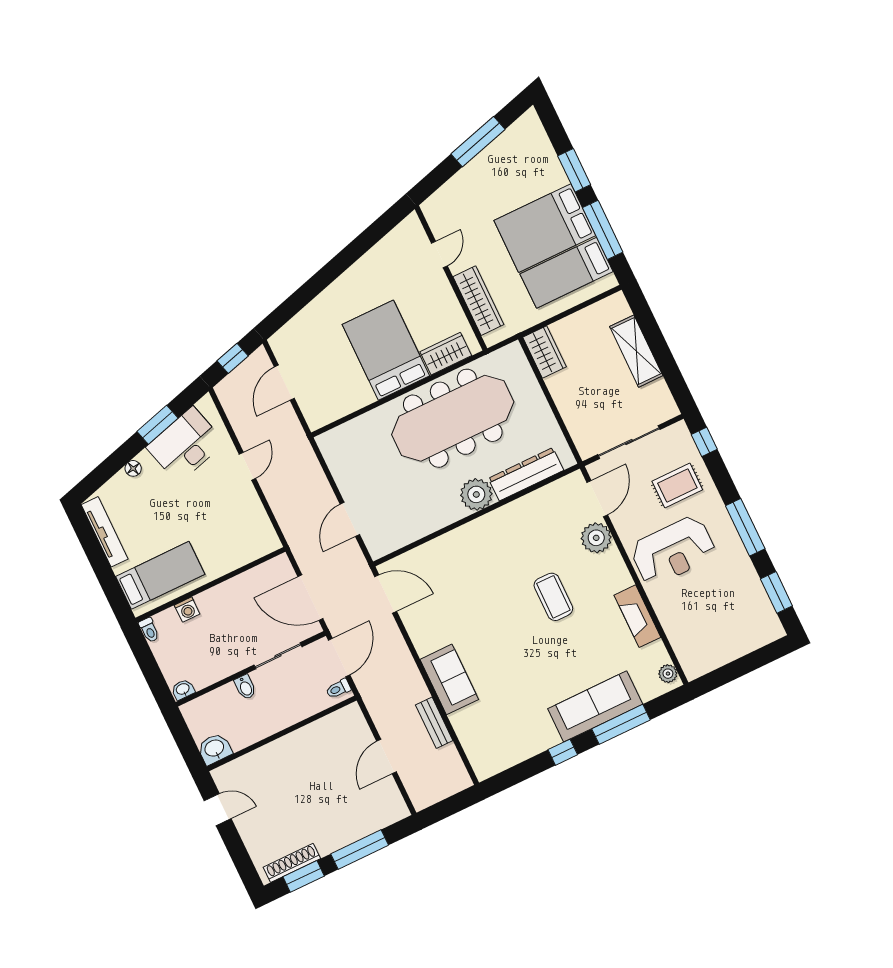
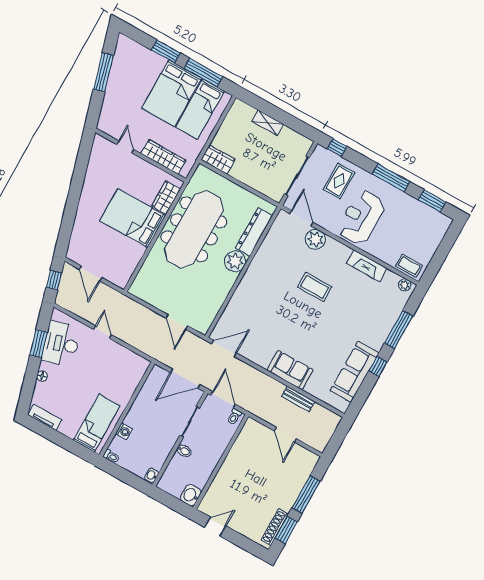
shelving: (636, 351) -> (268, 123), width x0.67, depth x0.75
tv unit: (105, 532) -> (45, 417), width x0.71
reception desk: (673, 551) -> (361, 217), turned 180
coffee table: (691, 654) -> (409, 266), added
sofa: (595, 706) -> (355, 372), moved

